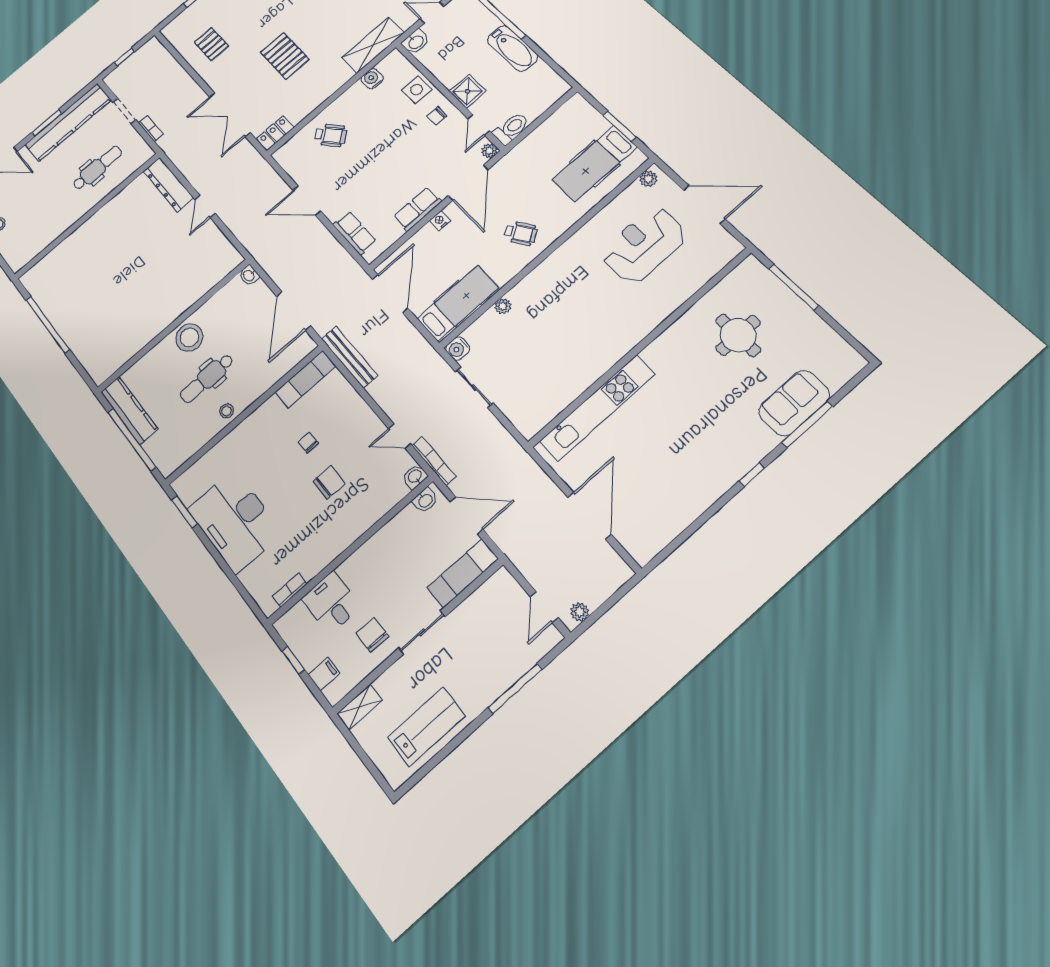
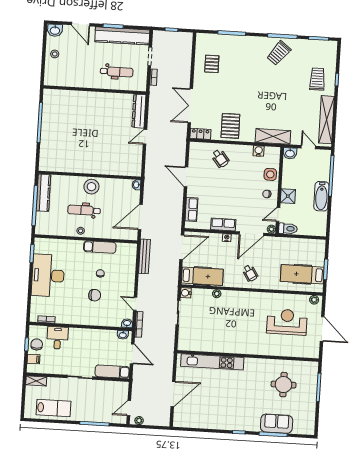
pallet: (285, 56) -> (230, 126), moved
exam couch: (305, 379) -> (100, 247), moved
chair: (372, 635) -> (37, 344), moved

